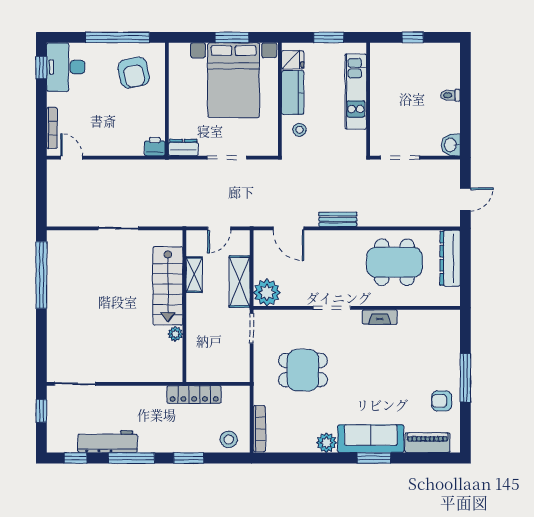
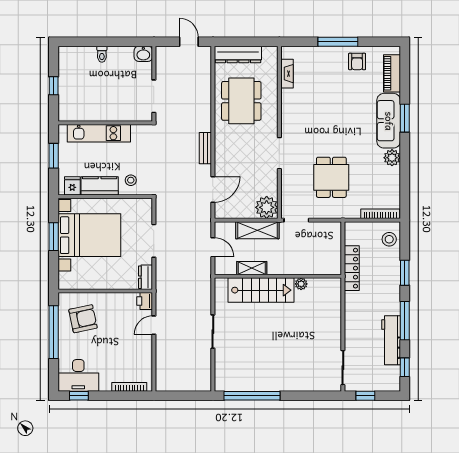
door: (72, 158) -> (154, 325), moved
fireplace: (380, 317) -> (287, 74), moved

